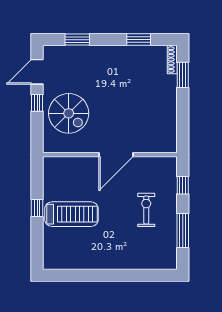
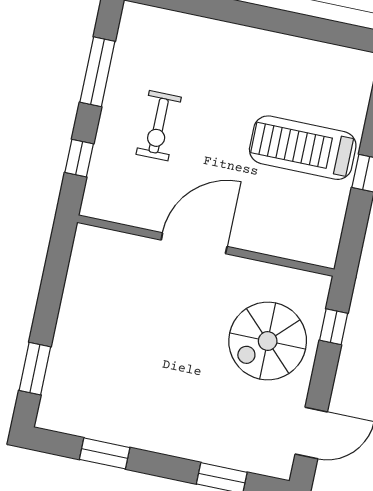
shoe rack: (172, 60) -> (49, 402), removed
window: (37, 103) -> (334, 327), moved
spiral stairs: (69, 113) -> (268, 341), turned -90

